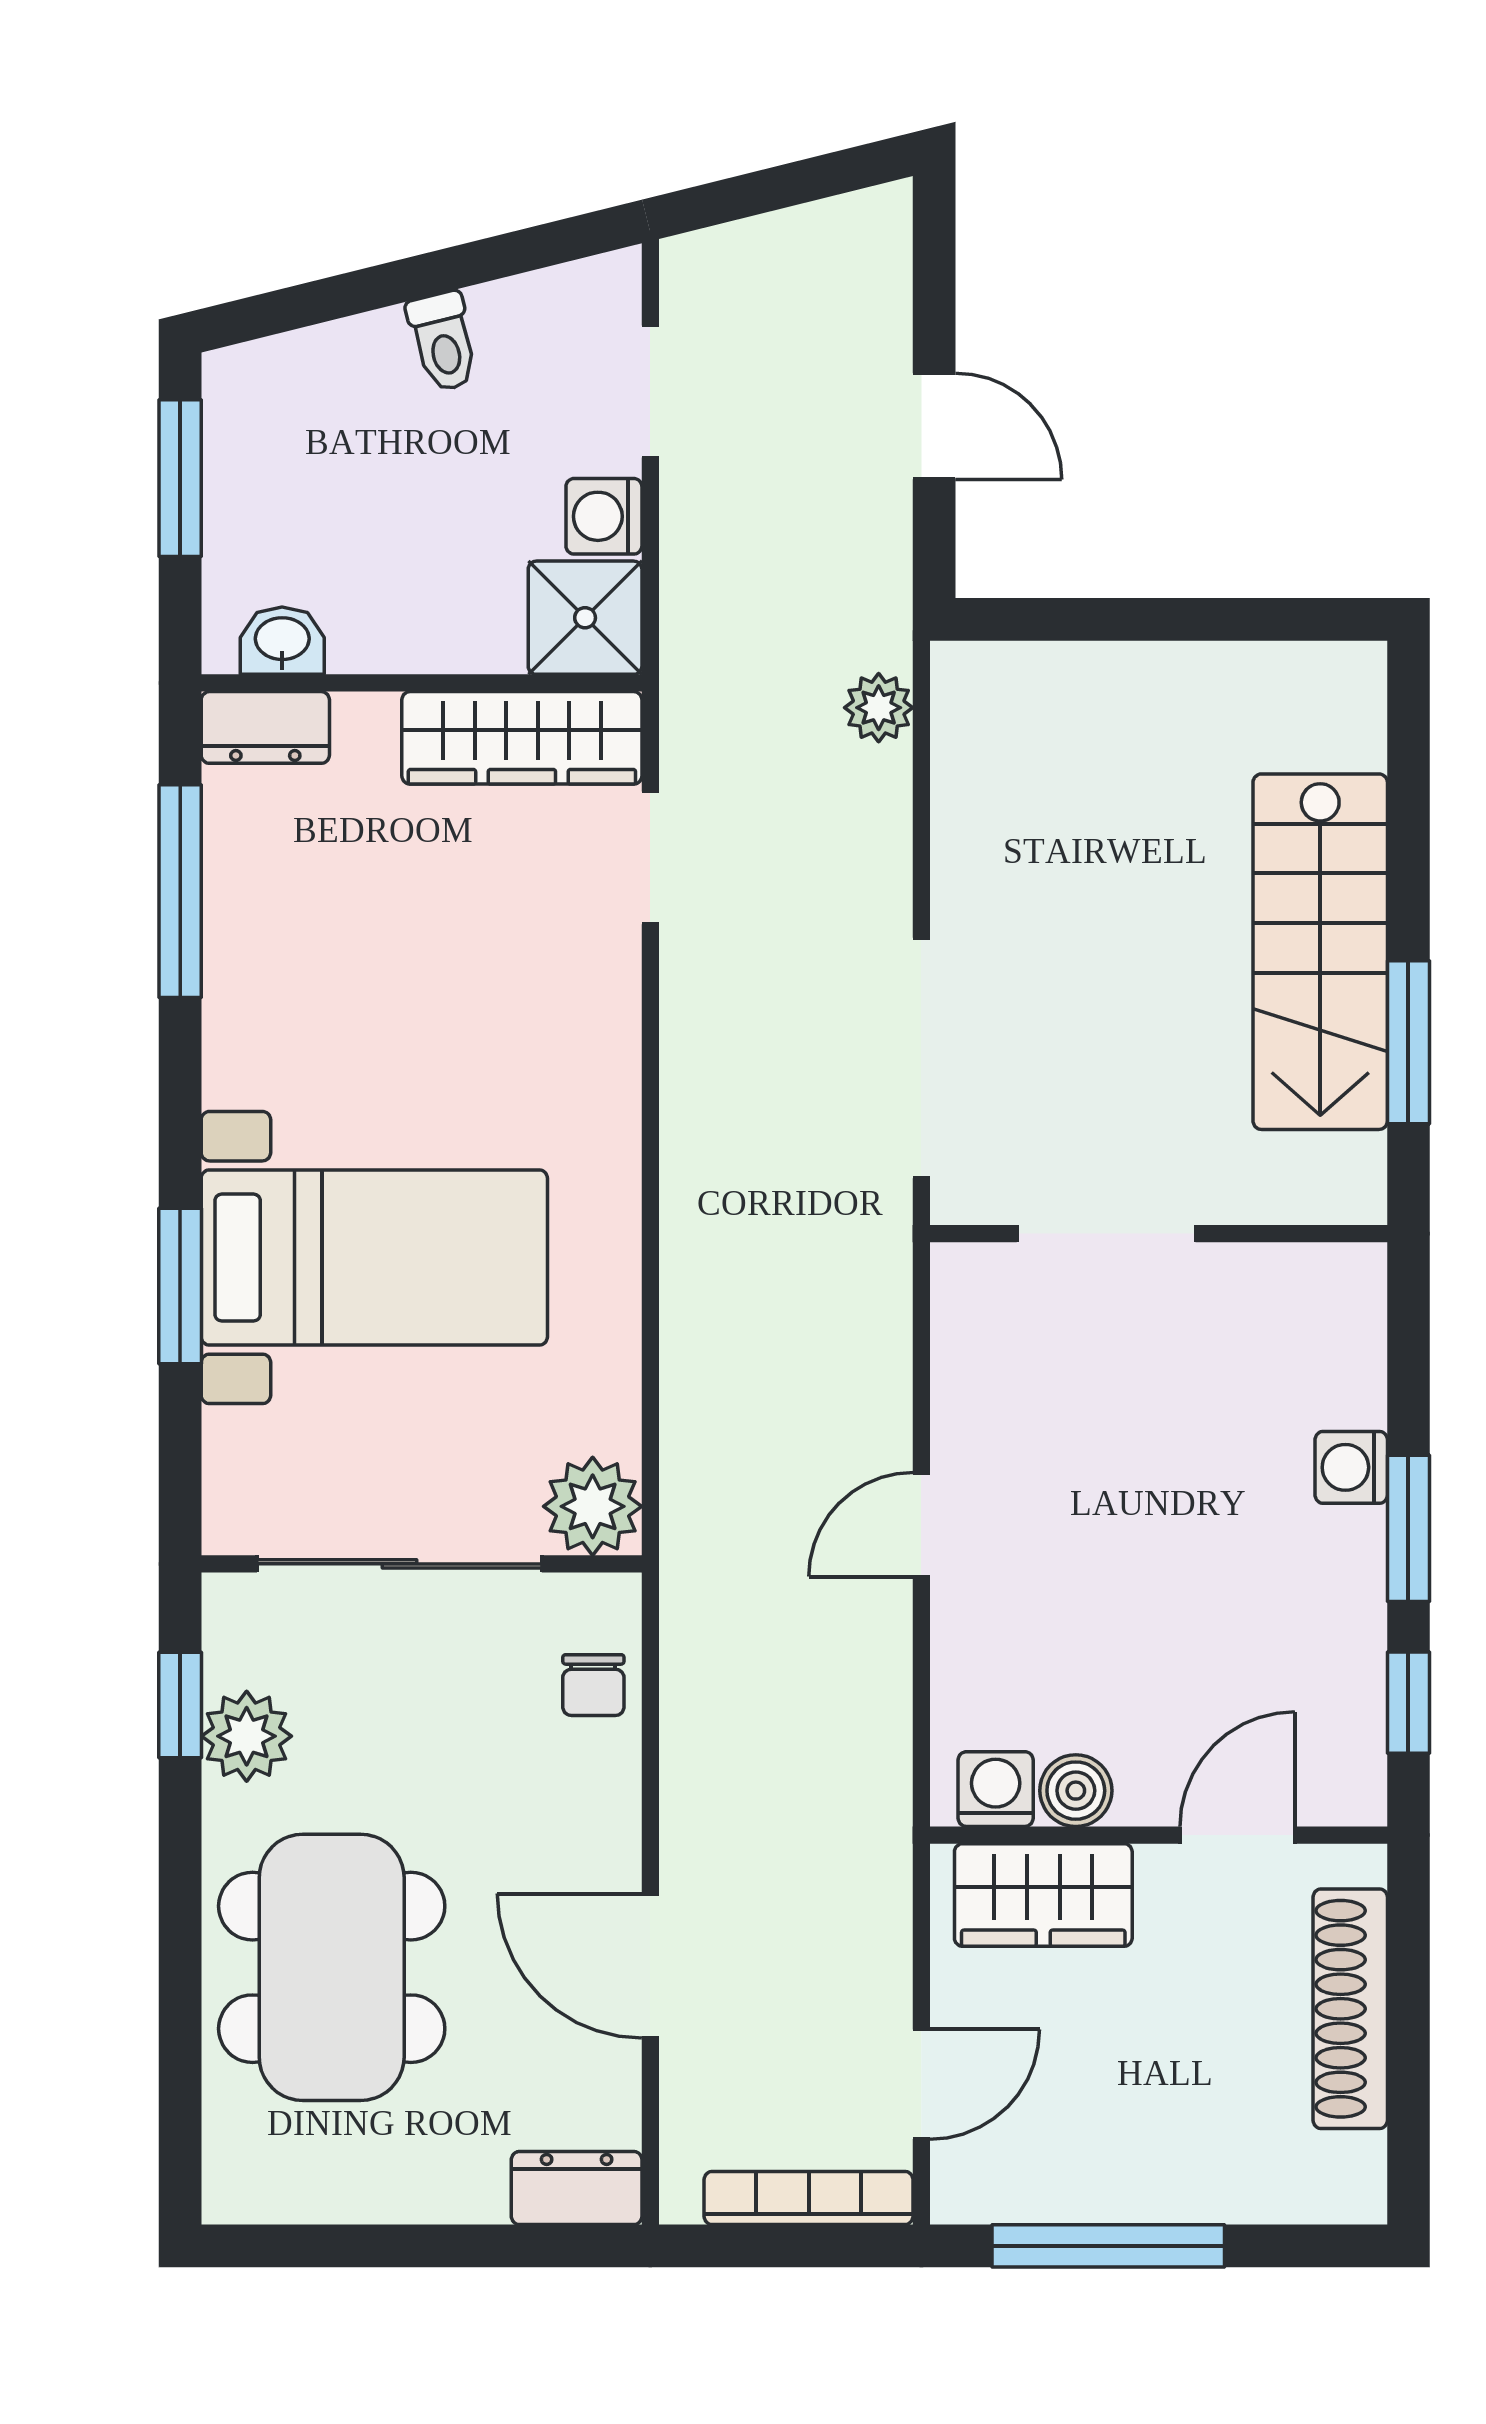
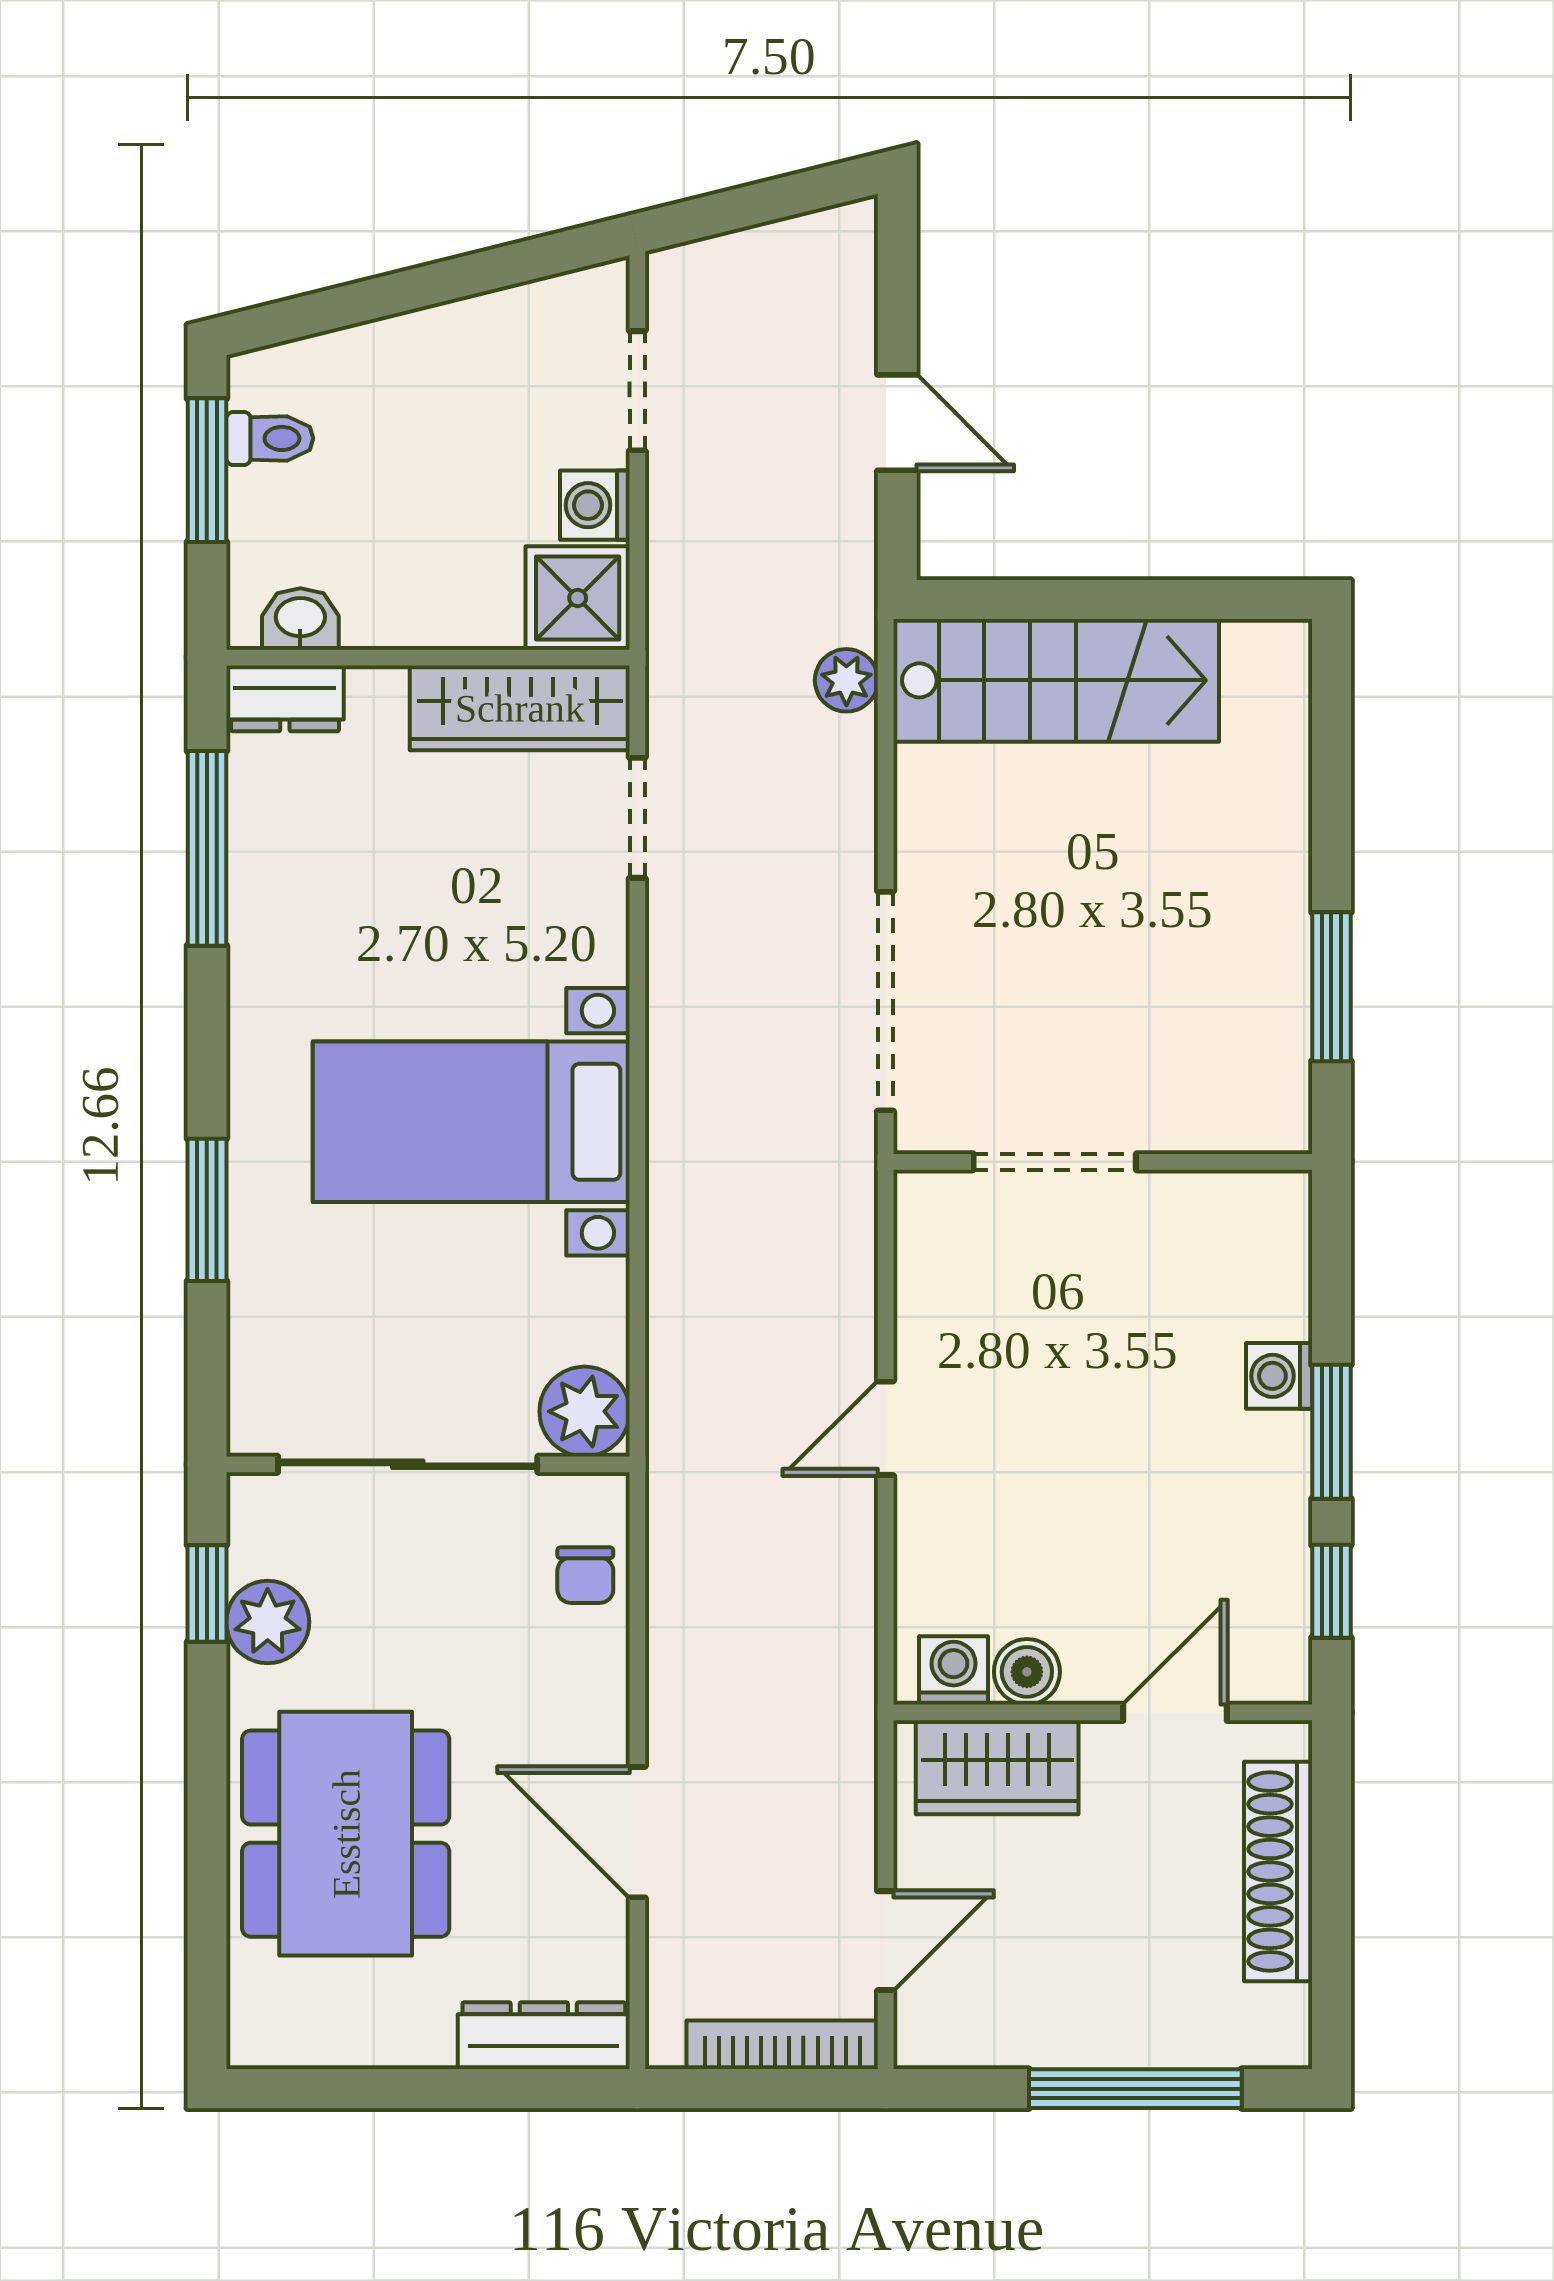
toilet: (443, 341) -> (270, 438), moved, turned -76
stairs: (1320, 952) -> (1056, 680), moved, turned -90
bed with nightstands: (374, 1258) -> (471, 1122), moved, turned 180
dresser: (577, 2188) -> (544, 2036), width x1.44
window: (1108, 2246) -> (1135, 2089), moved

